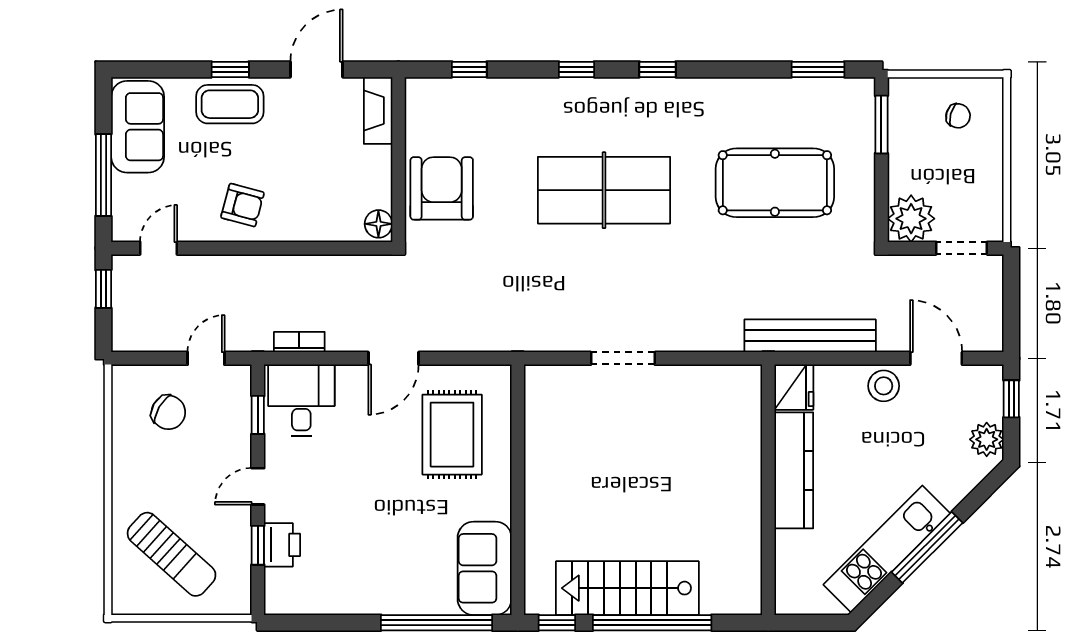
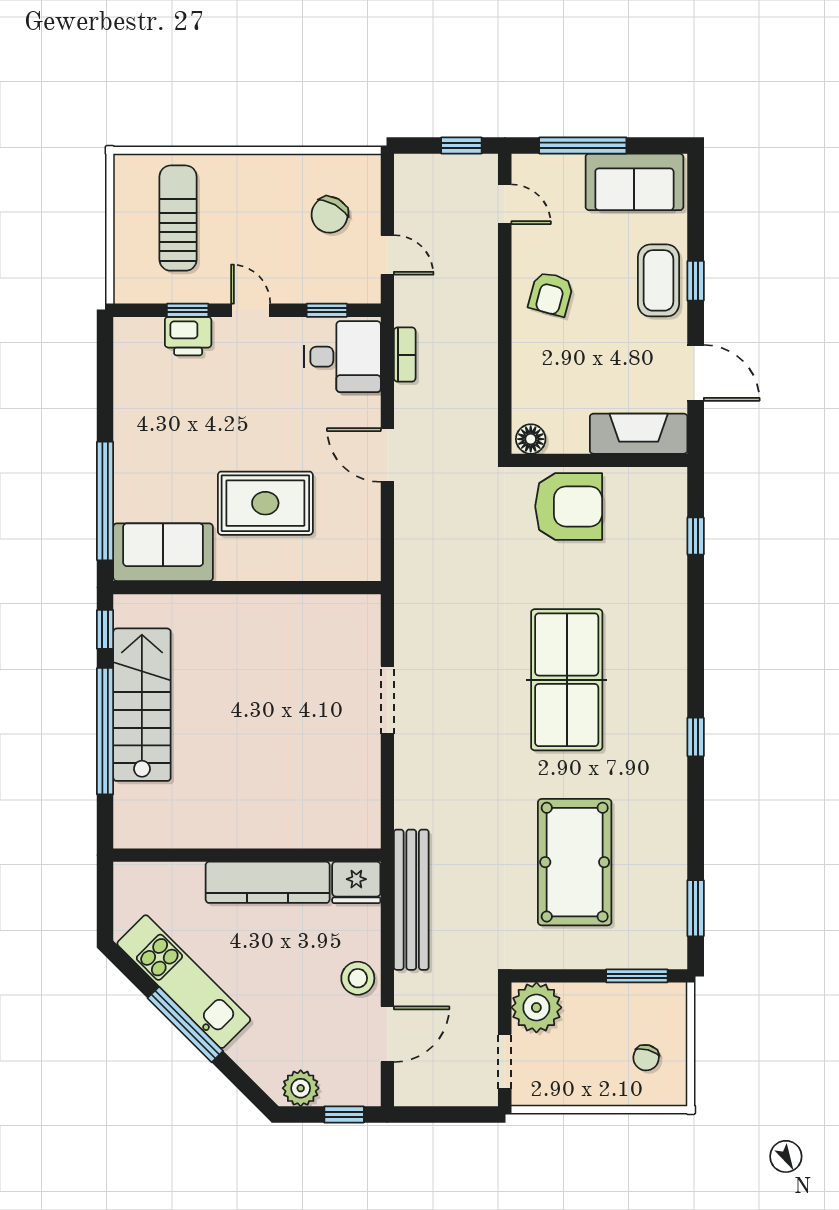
window: (576, 69) -> (696, 650), removed
fireplace: (378, 110) -> (639, 434), width x1.37, depth x1.32
rug: (452, 435) -> (265, 503), moved
sun lounger: (172, 554) -> (178, 218), turned 138

